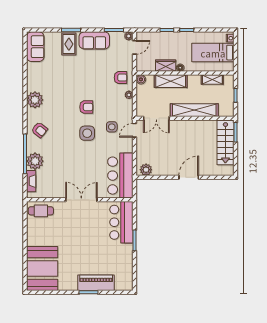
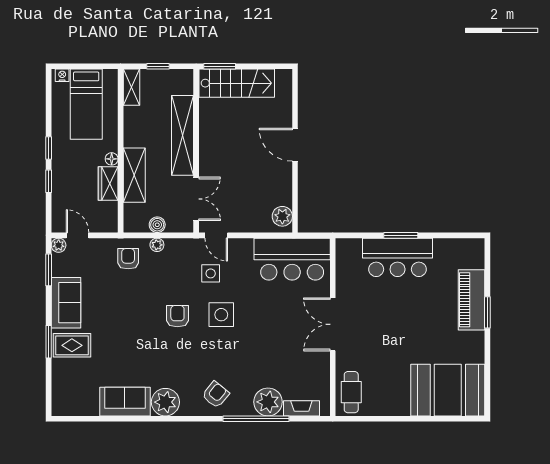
sofa: (35, 47) -> (125, 402), moved
boiler: (141, 79) -> (157, 225), moved
shelving: (212, 80) -> (131, 87), moved
bar counter: (121, 222) -> (398, 257), moved

